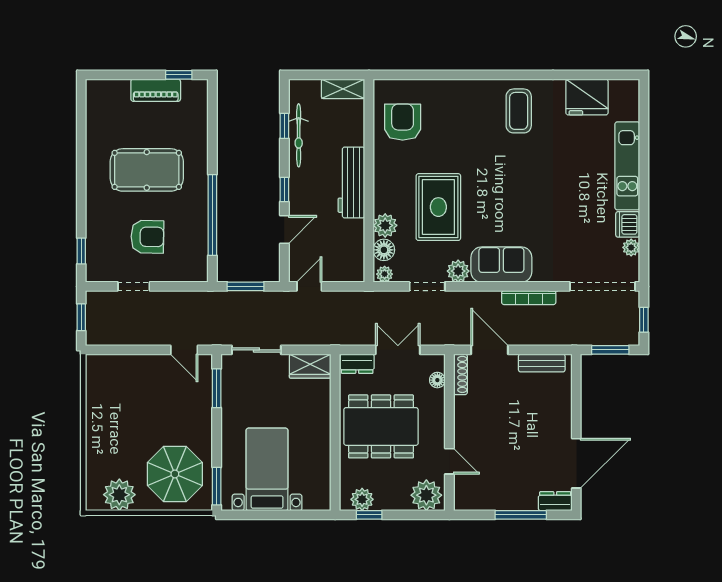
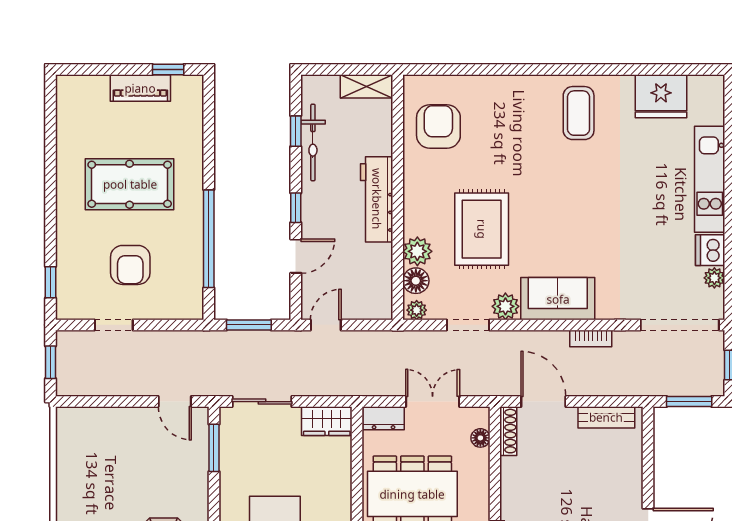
armchair: (147, 237) -> (130, 265), turned 89
bookcase: (529, 298) -> (591, 338), width x0.64

